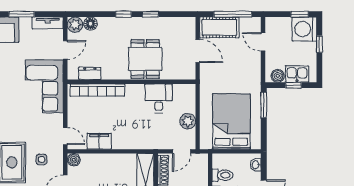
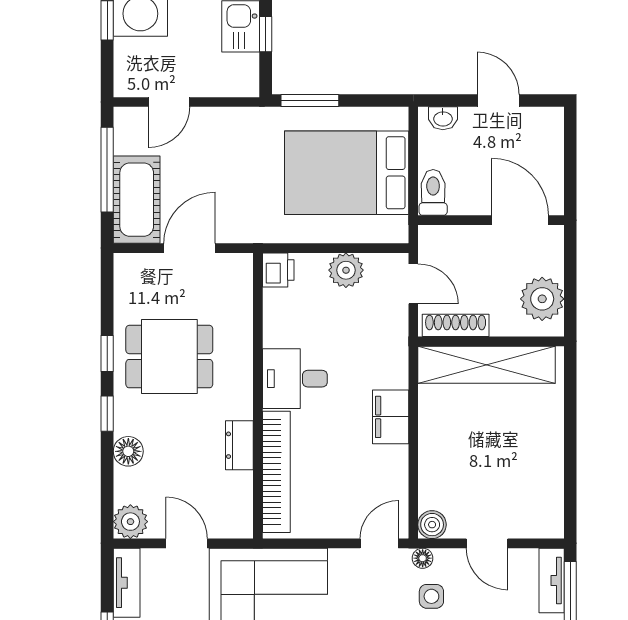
floor lamp: (91, 24) -> (128, 451), moved
dining table: (145, 59) -> (169, 357), moved
dresser: (90, 73) -> (239, 445), moved
boiler: (278, 76) -> (245, 69), removed
printer: (188, 91) -> (278, 270), added
desk: (159, 98) -> (295, 379), moved
filing cabinet: (99, 141) -> (391, 417), moved
floor lamp: (59, 155) -> (423, 558), added
toilet: (223, 175) -> (433, 192), moved

